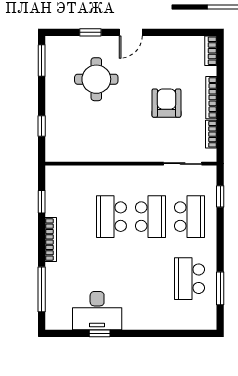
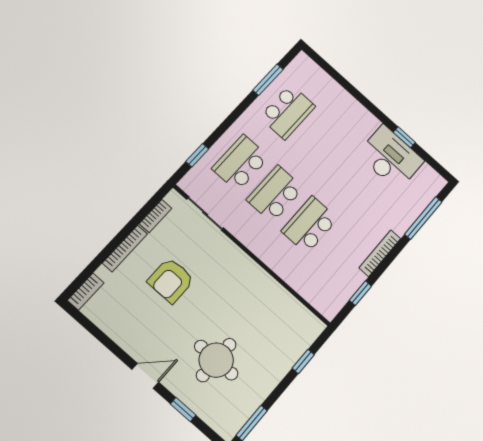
school desk: (111, 217) -> (310, 225), turned 180

